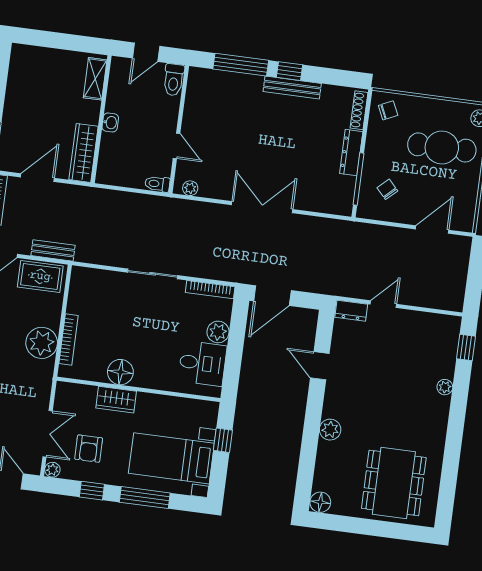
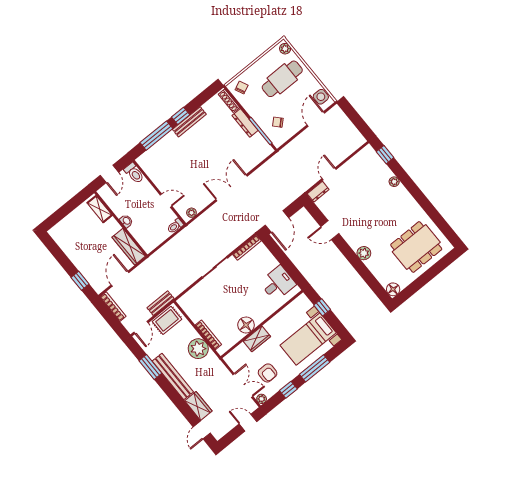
side table: (463, 211) -> (321, 97), added
plant: (218, 332) -> (270, 262), removed
dining table: (394, 483) -> (416, 247), turned 90

